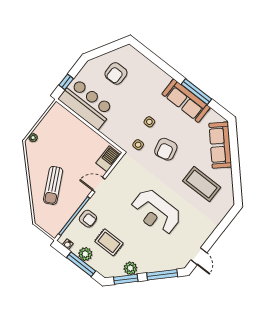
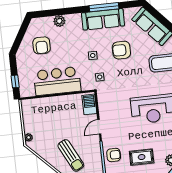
plant: (149, 68) -> (59, 21), added
bar counter: (86, 104) -> (57, 81), moved
armchair: (166, 149) -> (121, 50), moved, turned 103

